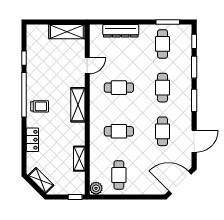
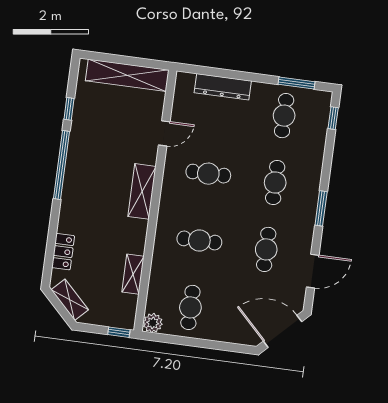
shelving: (67, 32) -> (127, 75), width x1.47
window: (194, 67) -> (328, 158), removed
trolley: (40, 106) -> (83, 186), removed
locker: (32, 140) -> (63, 252), moved

